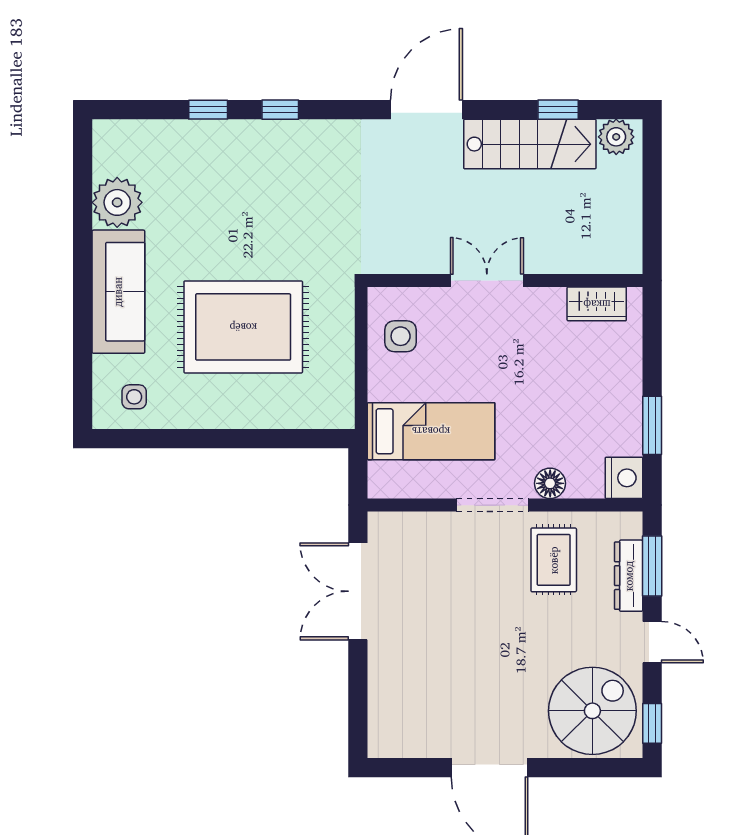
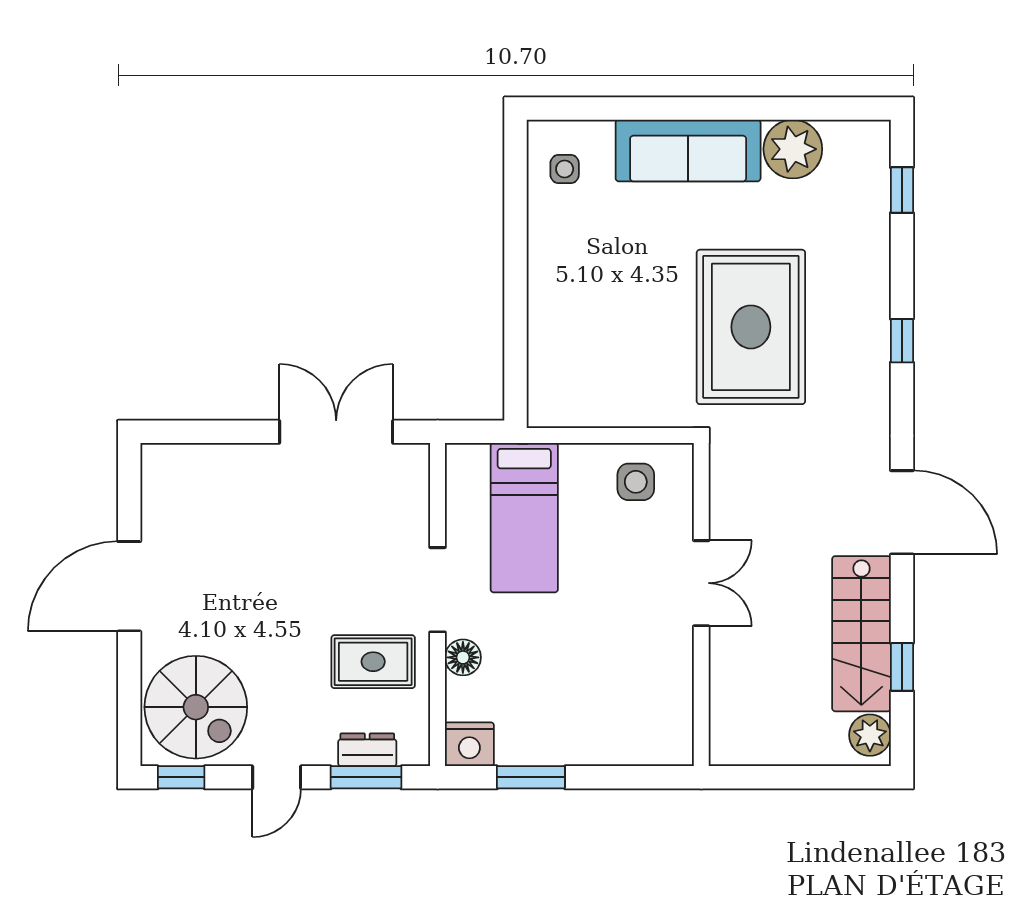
window: (208, 110) -> (902, 190), moved
wardrobe: (597, 304) -> (674, 712), removed
rug: (243, 327) -> (751, 327), moved
dresser: (629, 576) -> (367, 750), width x0.70

